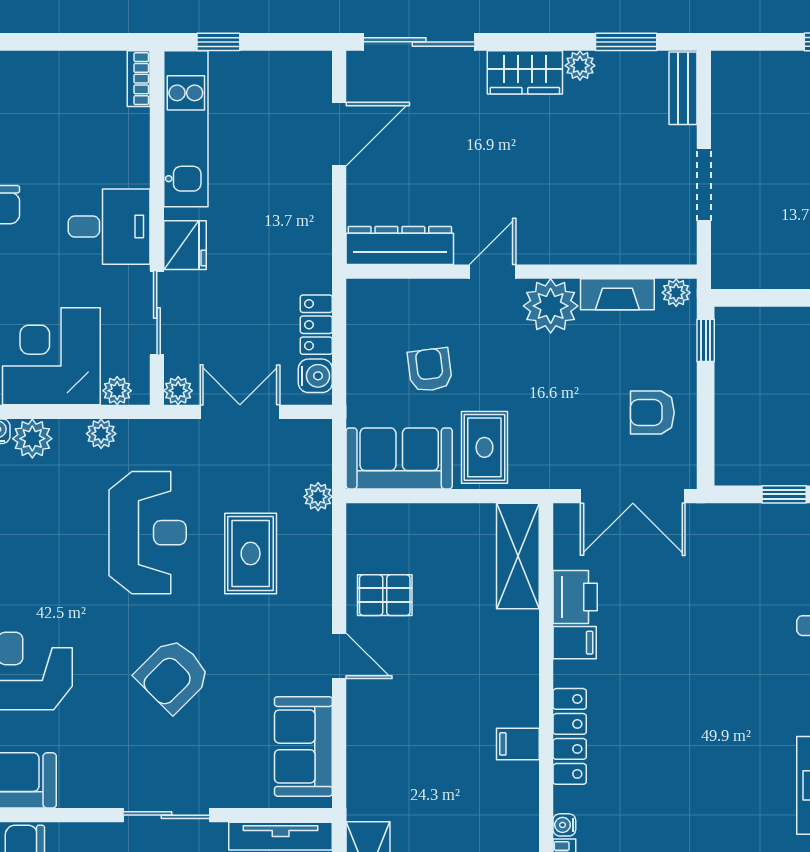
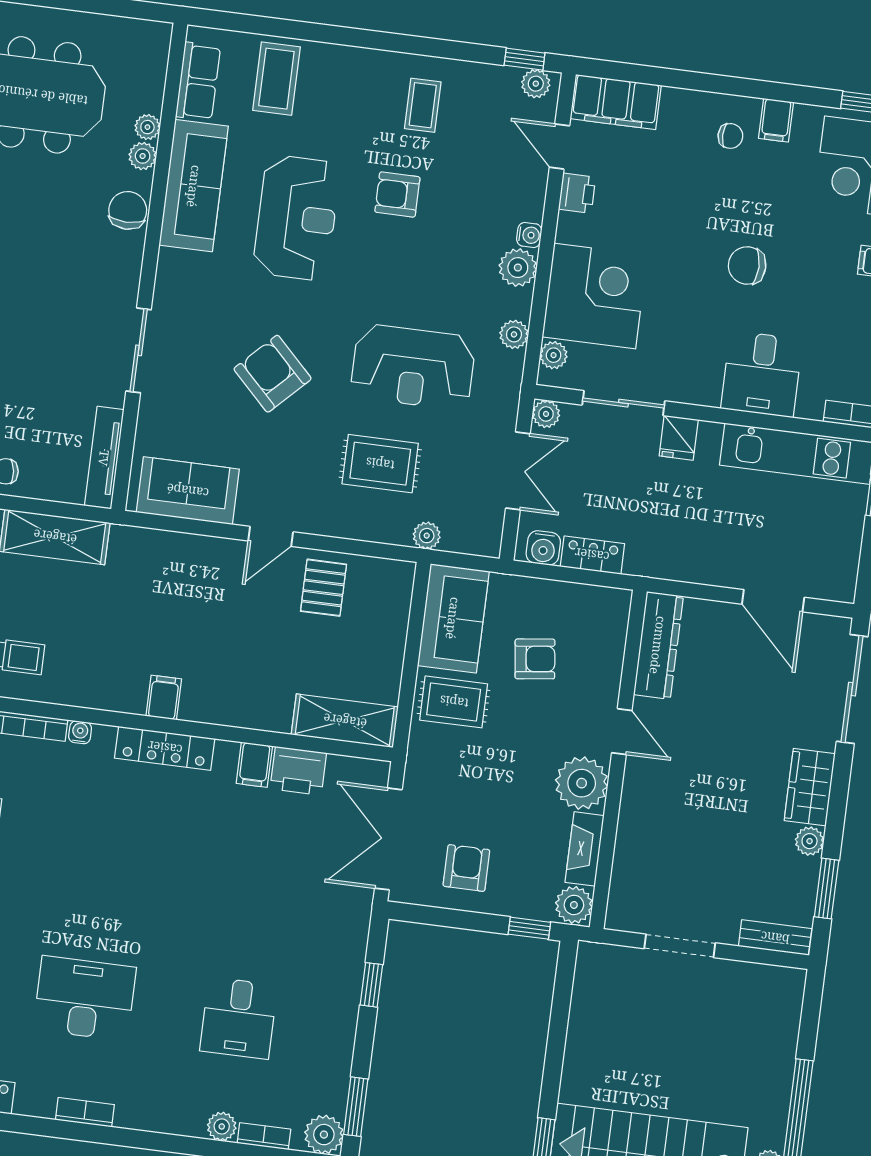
desk: (109, 227) -> (762, 374), moved
fridge: (185, 245) -> (679, 438), width x0.72
plant: (676, 293) -> (574, 905), width x1.38, depth x1.38

